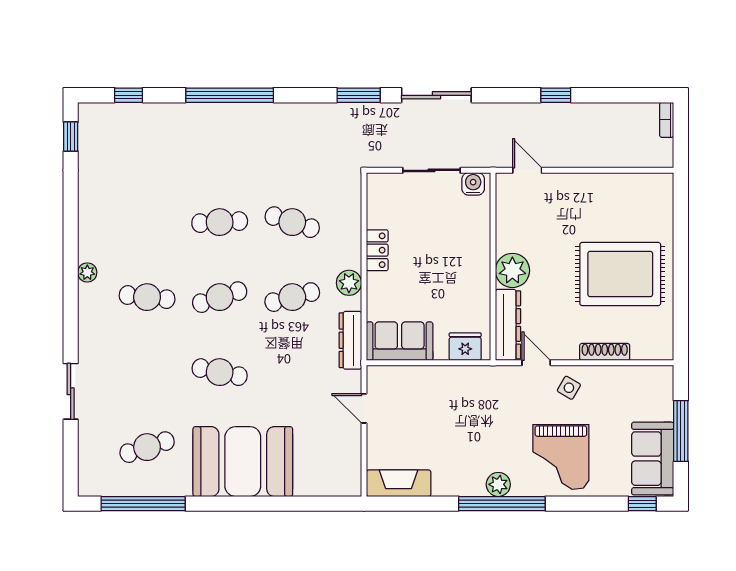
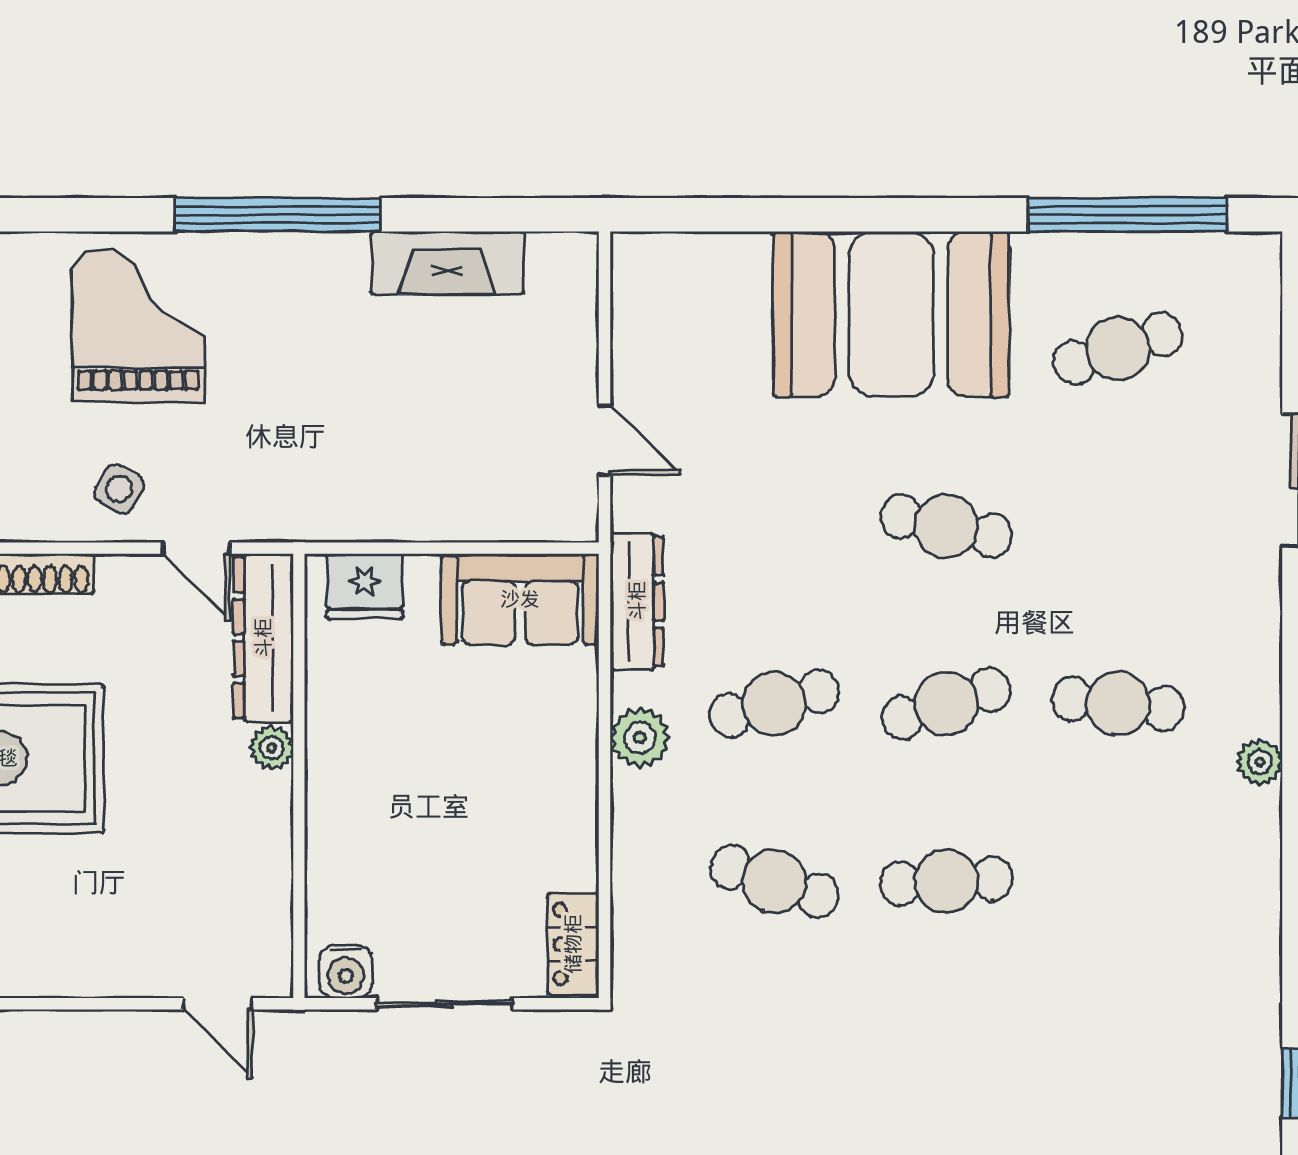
locker: (377, 250) -> (573, 944), moved
plant: (512, 270) -> (272, 748), width x0.53, depth x0.53
fireplace: (399, 483) -> (447, 263), moved
plant: (498, 484) -> (286, 260), removed

